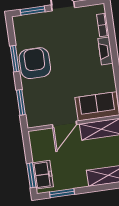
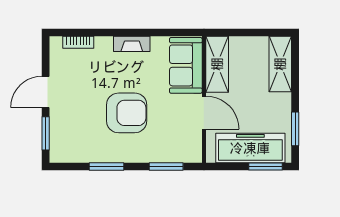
fireplace: (105, 51) -> (132, 44), moved
armchair: (35, 63) -> (127, 113), moved, turned 180
freezer: (43, 175) -> (250, 148), width x1.91, depth x1.26

